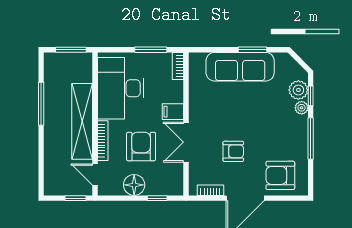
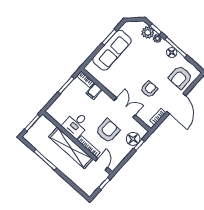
desk: (121, 88) -> (76, 124), width x0.53, depth x0.77
filing cabinet: (173, 112) -> (94, 91), moved
floor lamp: (300, 139) -> (172, 52), added
double door: (186, 142) -> (125, 108), swing flipped
armchair: (141, 146) -> (108, 131), turned 90
door: (95, 175) -> (101, 164), swing flipped
floor lamp: (134, 185) -> (133, 139), moved

